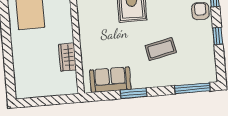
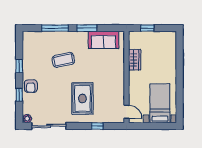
window: (193, 88) -> (55, 28), moved
window: (54, 100) -> (147, 28), added

